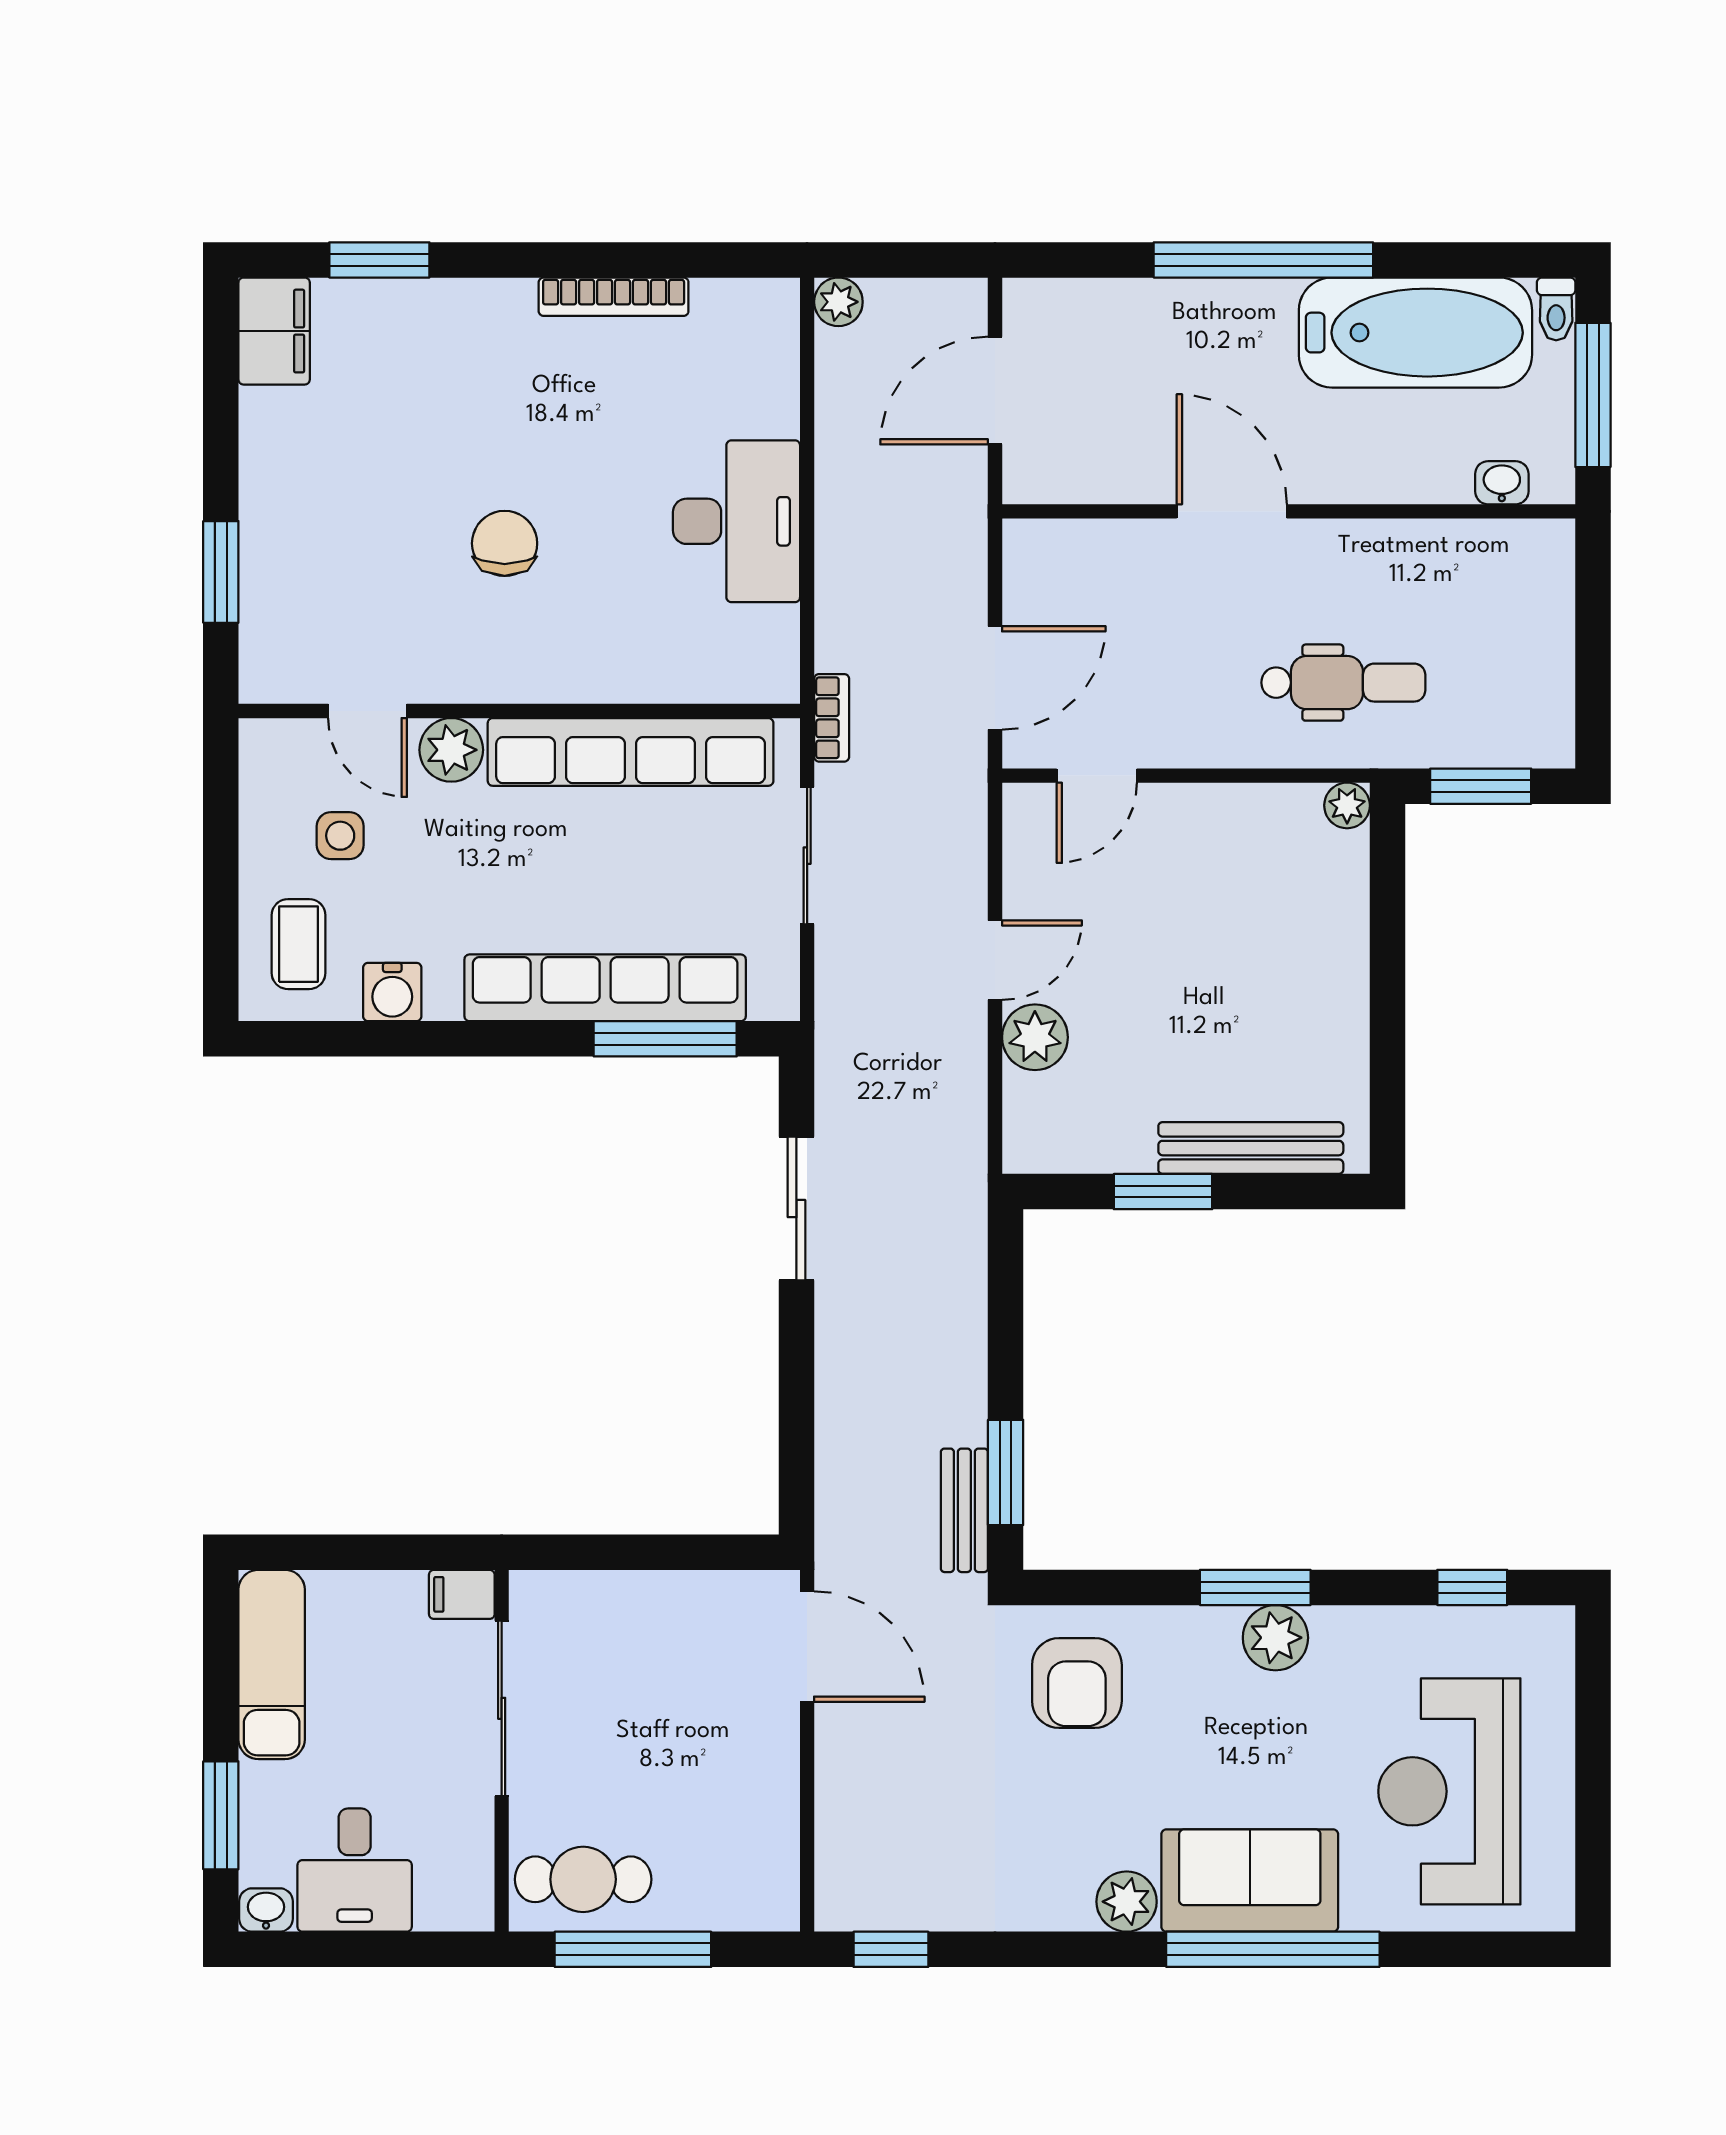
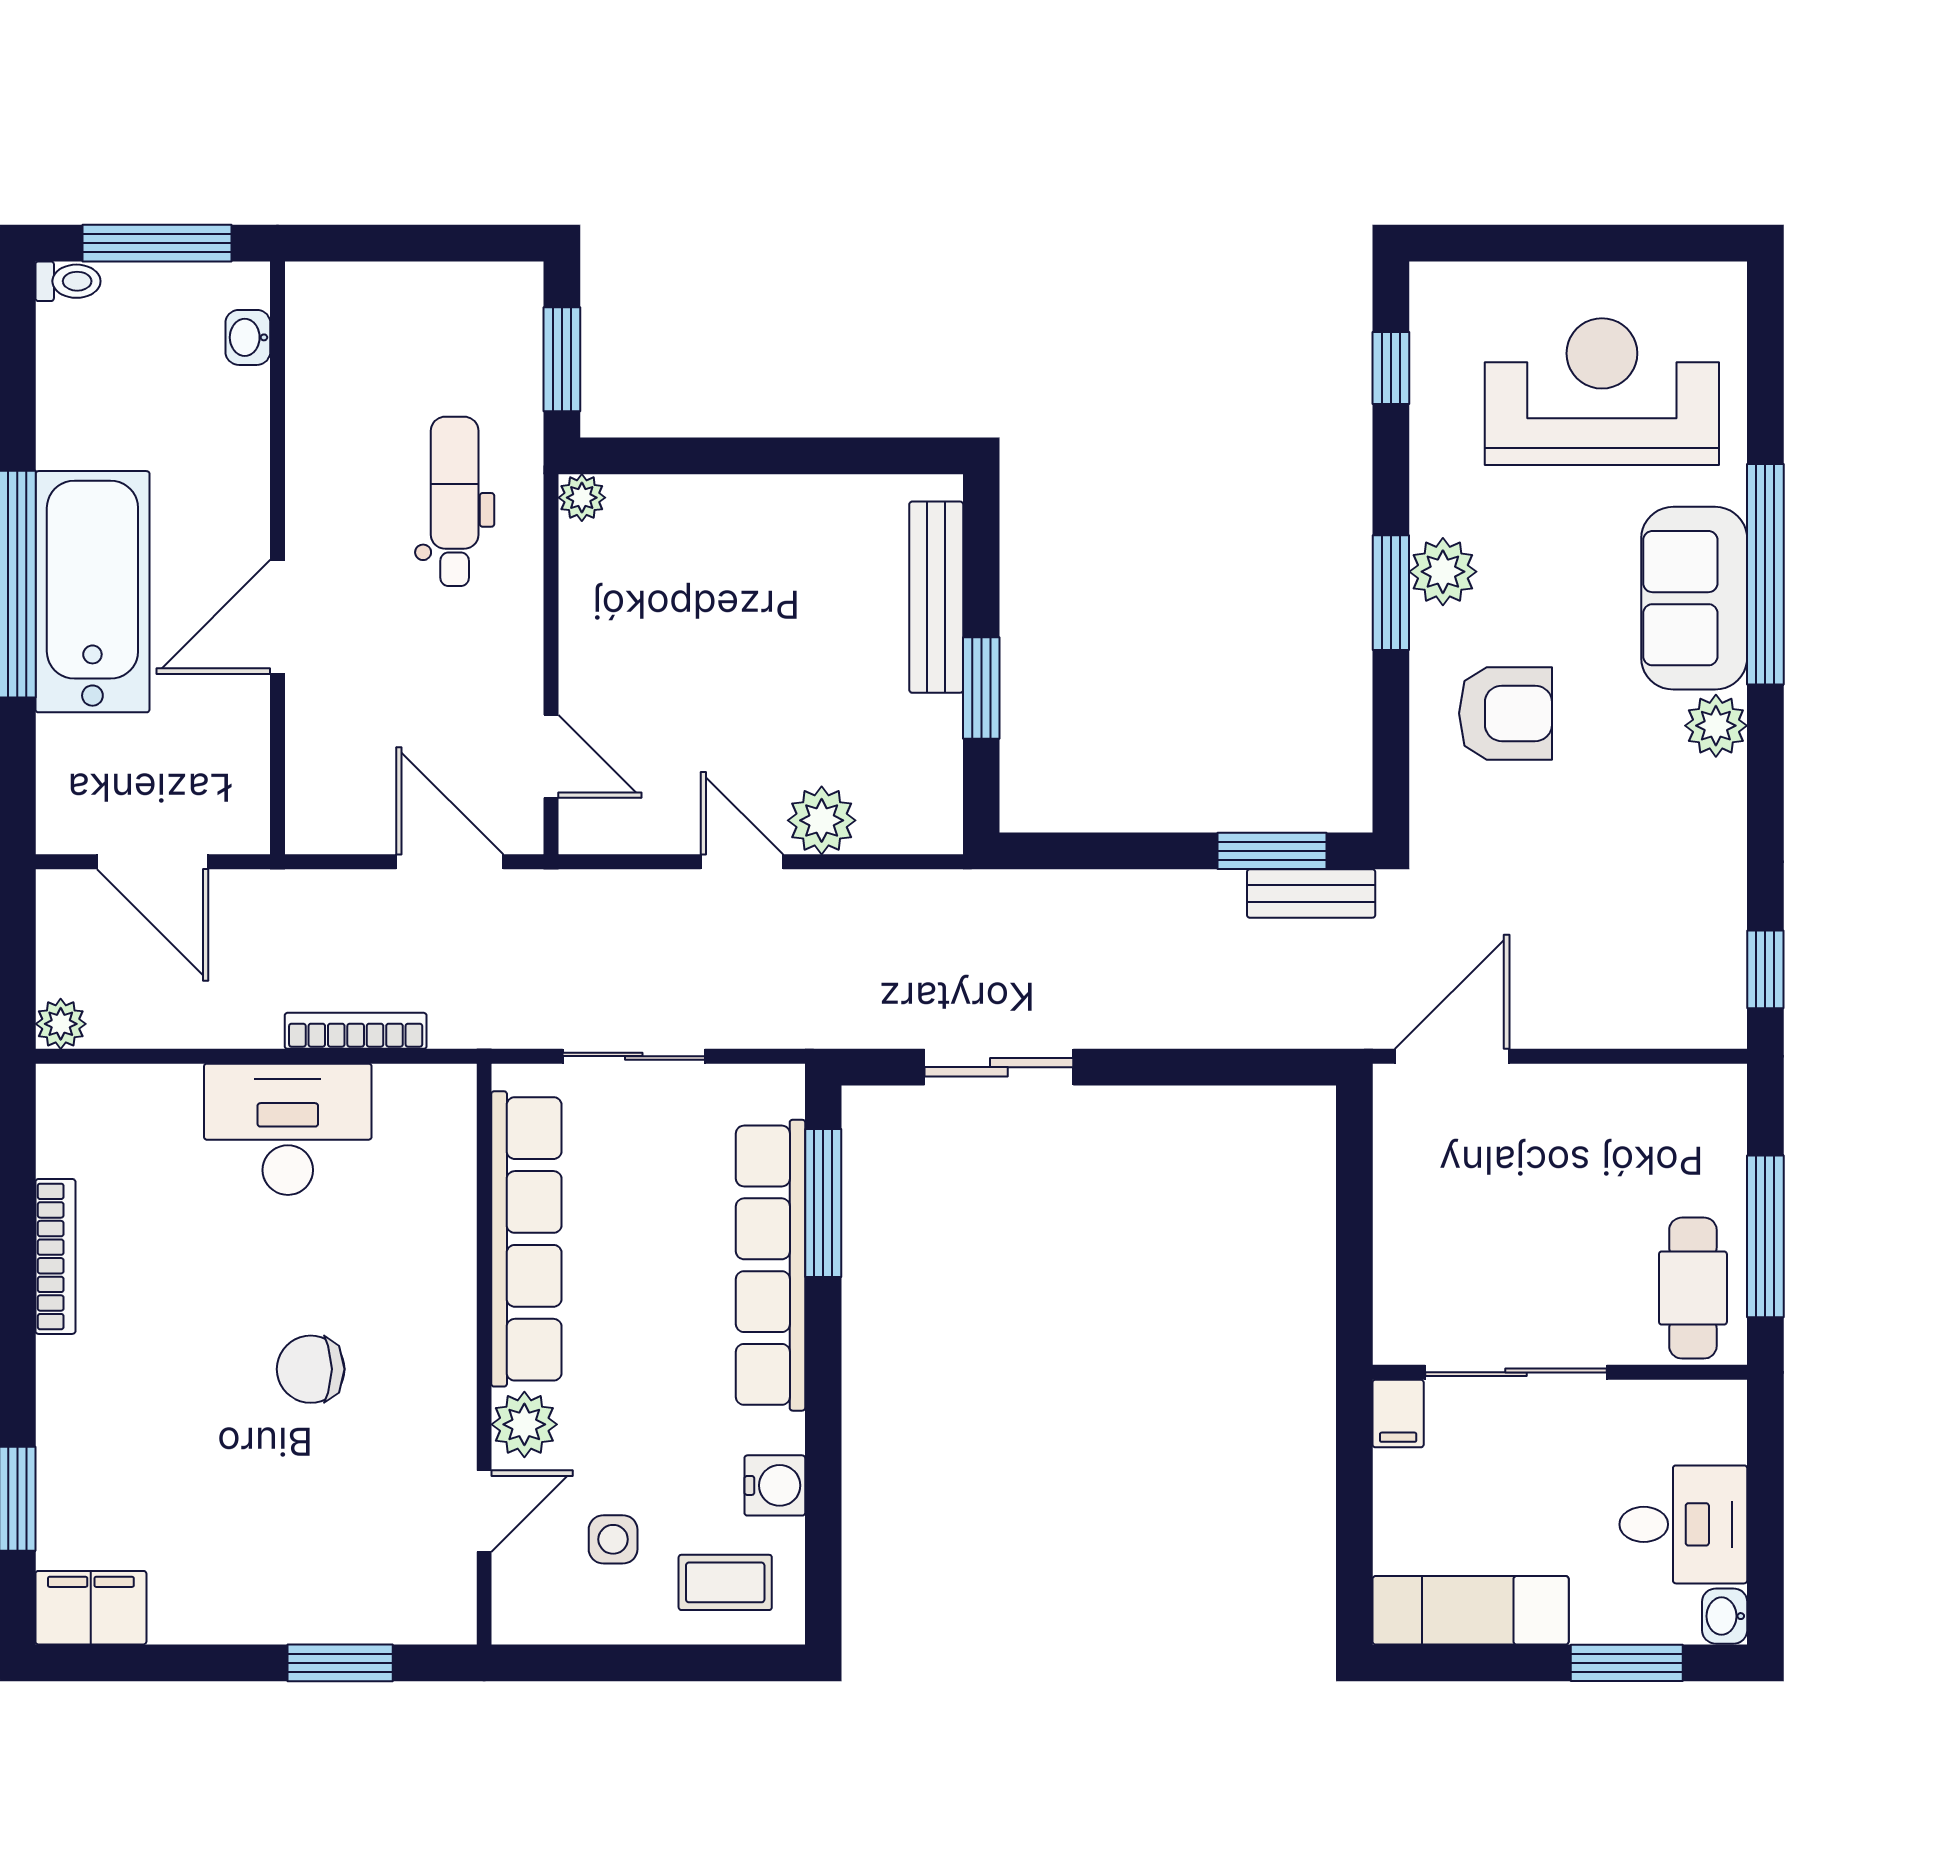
bathtub: (1415, 333) -> (92, 592), moved
bookcase: (832, 718) -> (356, 1031), moved, width x1.56
armchair: (1077, 1683) -> (1505, 713), moved
reception desk: (1449, 1791) -> (1602, 392), turned 180

